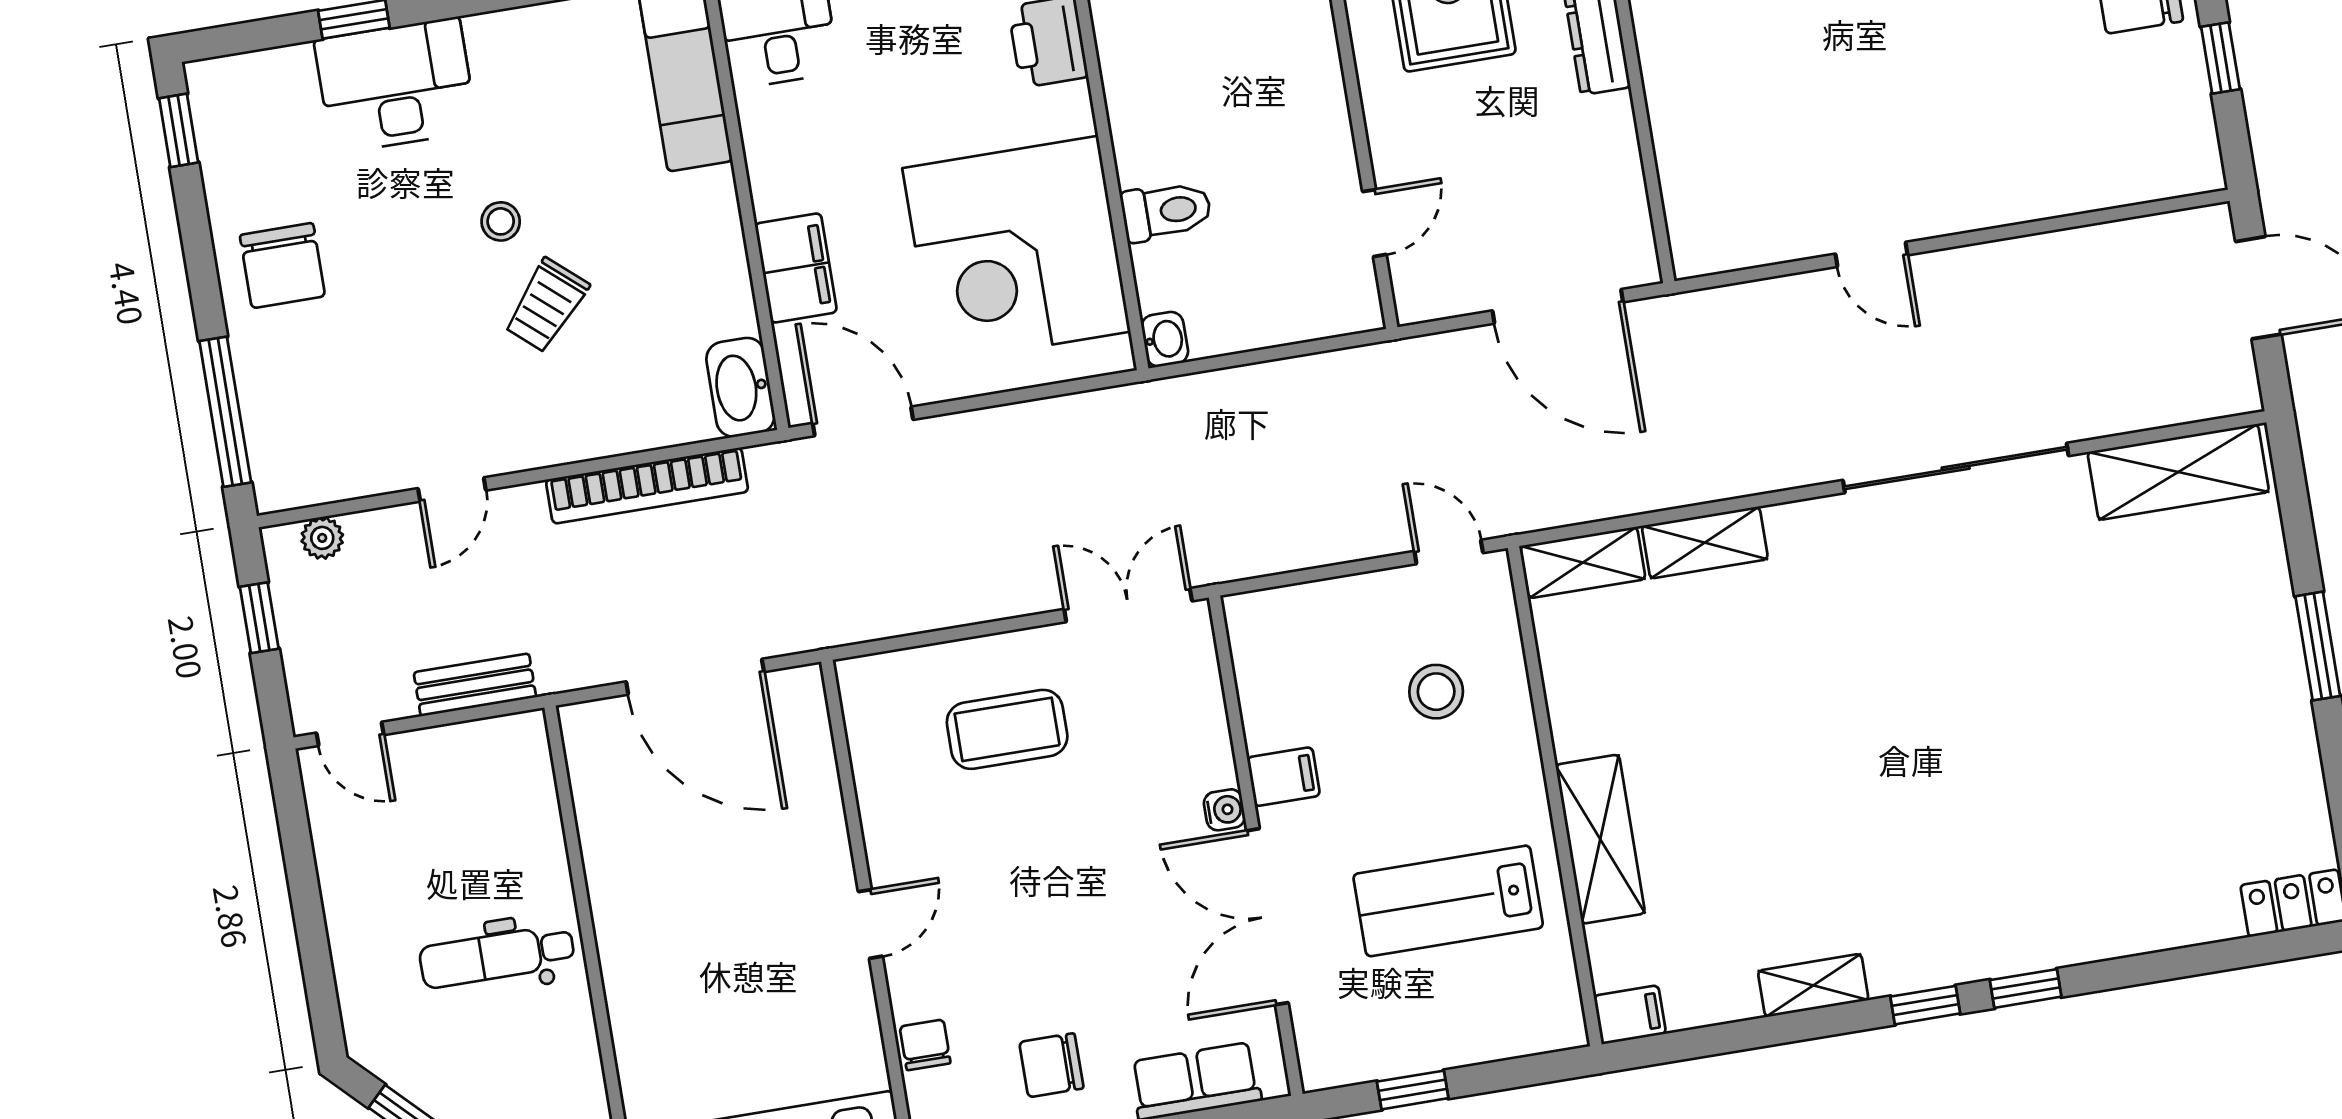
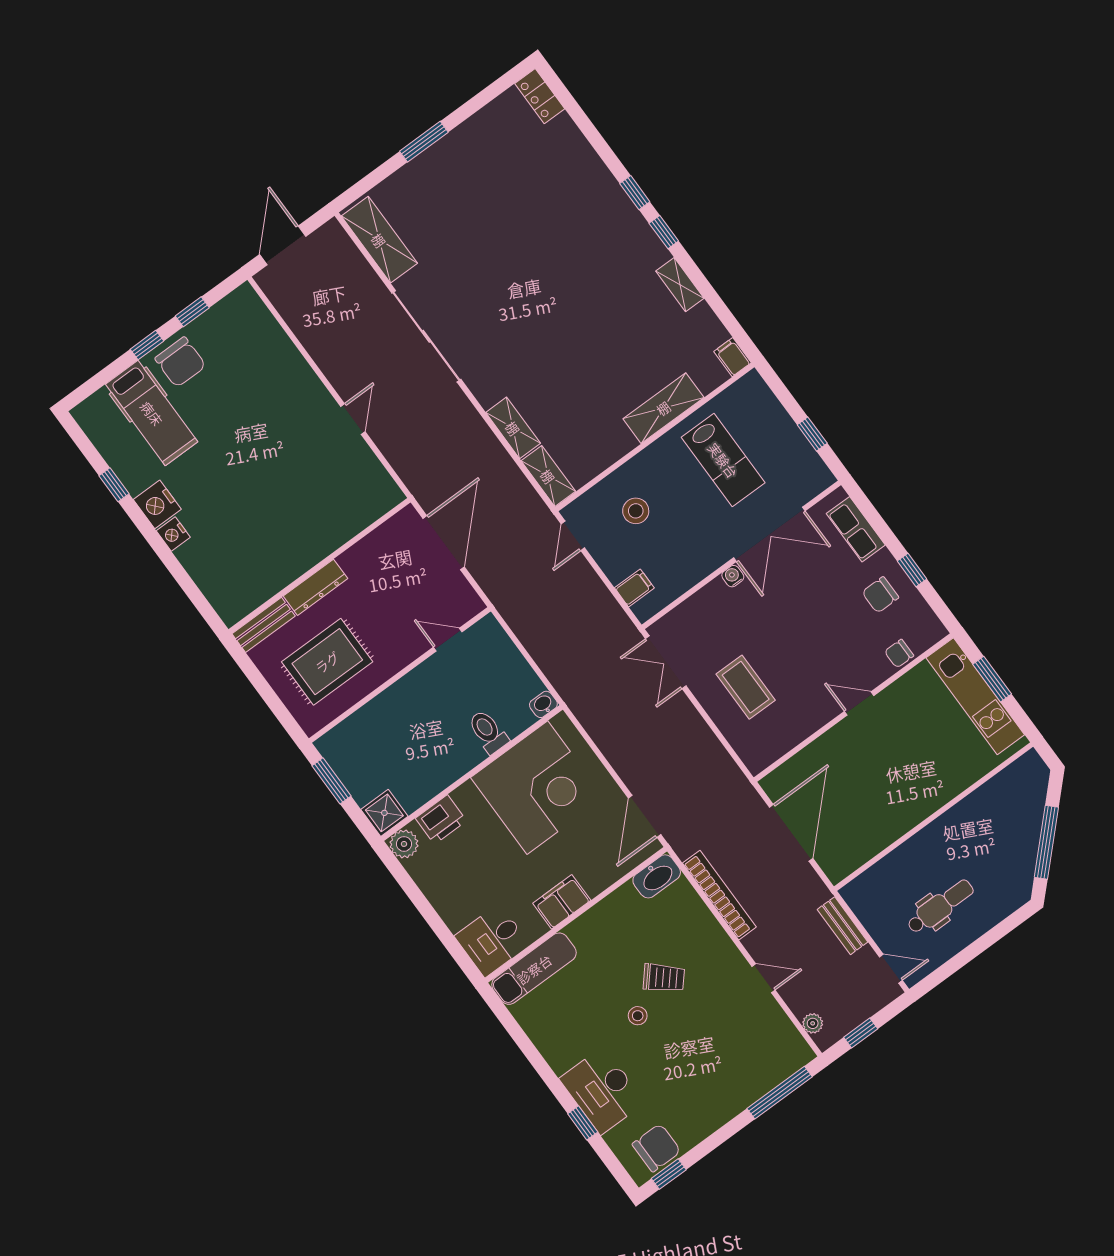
chair: (282, 266) -> (656, 1148), moved
filing cabinet: (796, 268) -> (562, 902), moved
door: (350, 734) -> (891, 969), hinge flipped
filing cabinet: (1284, 777) -> (634, 588), moved, turned 90
dental chair: (497, 956) -> (940, 907), moved, turned -90
chair: (1051, 1065) -> (880, 595), turned 90

